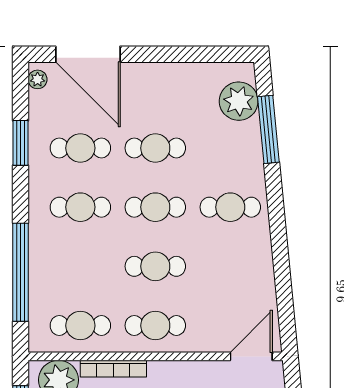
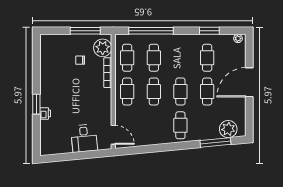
door: (88, 54) -> (249, 82), moved
cafe table: (80, 207) -> (154, 58), moved

